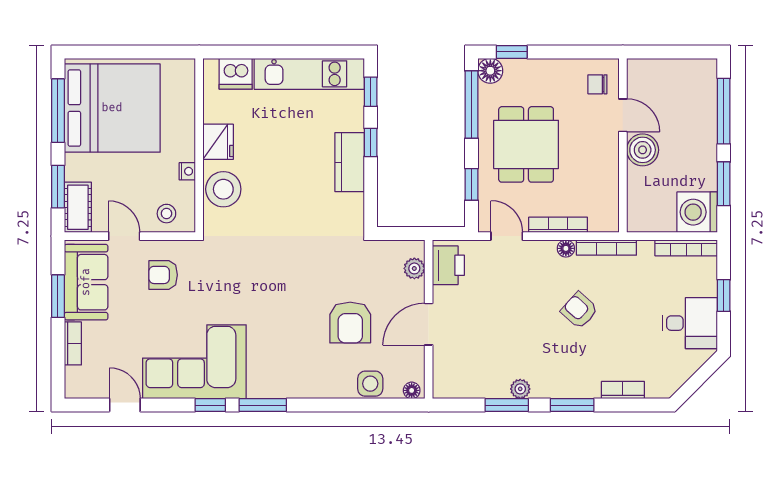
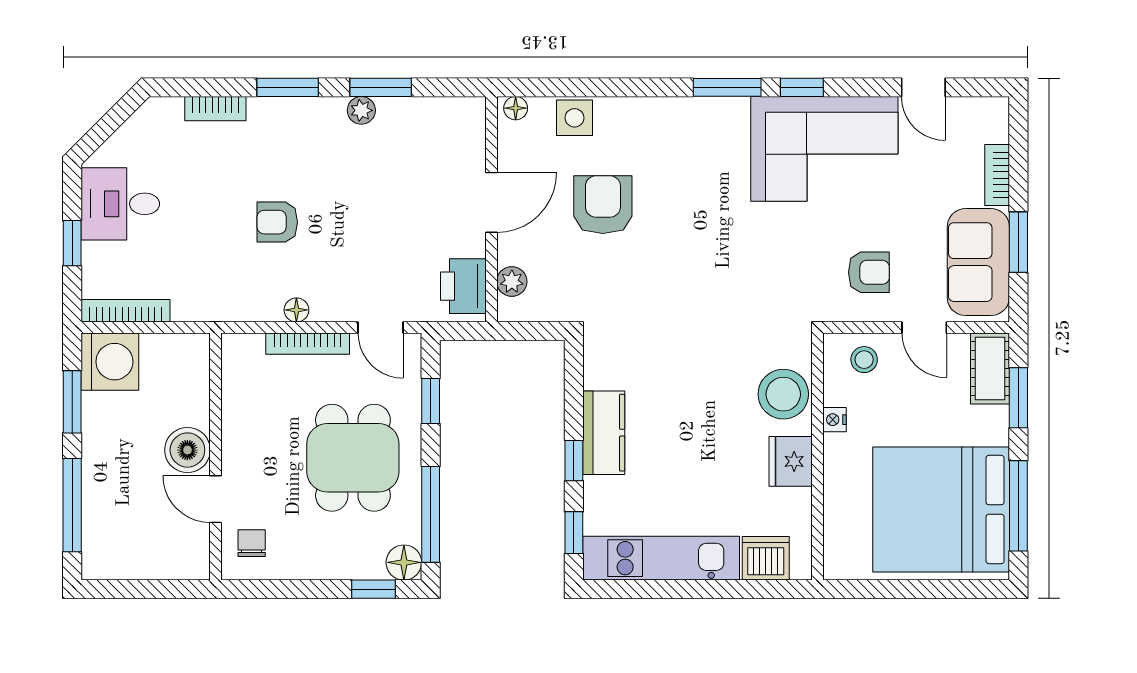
chair: (597, 84) -> (252, 543), turned -90
bookcase: (606, 248) -> (239, 311), removed
armchair: (579, 310) -> (277, 222), turned 138

